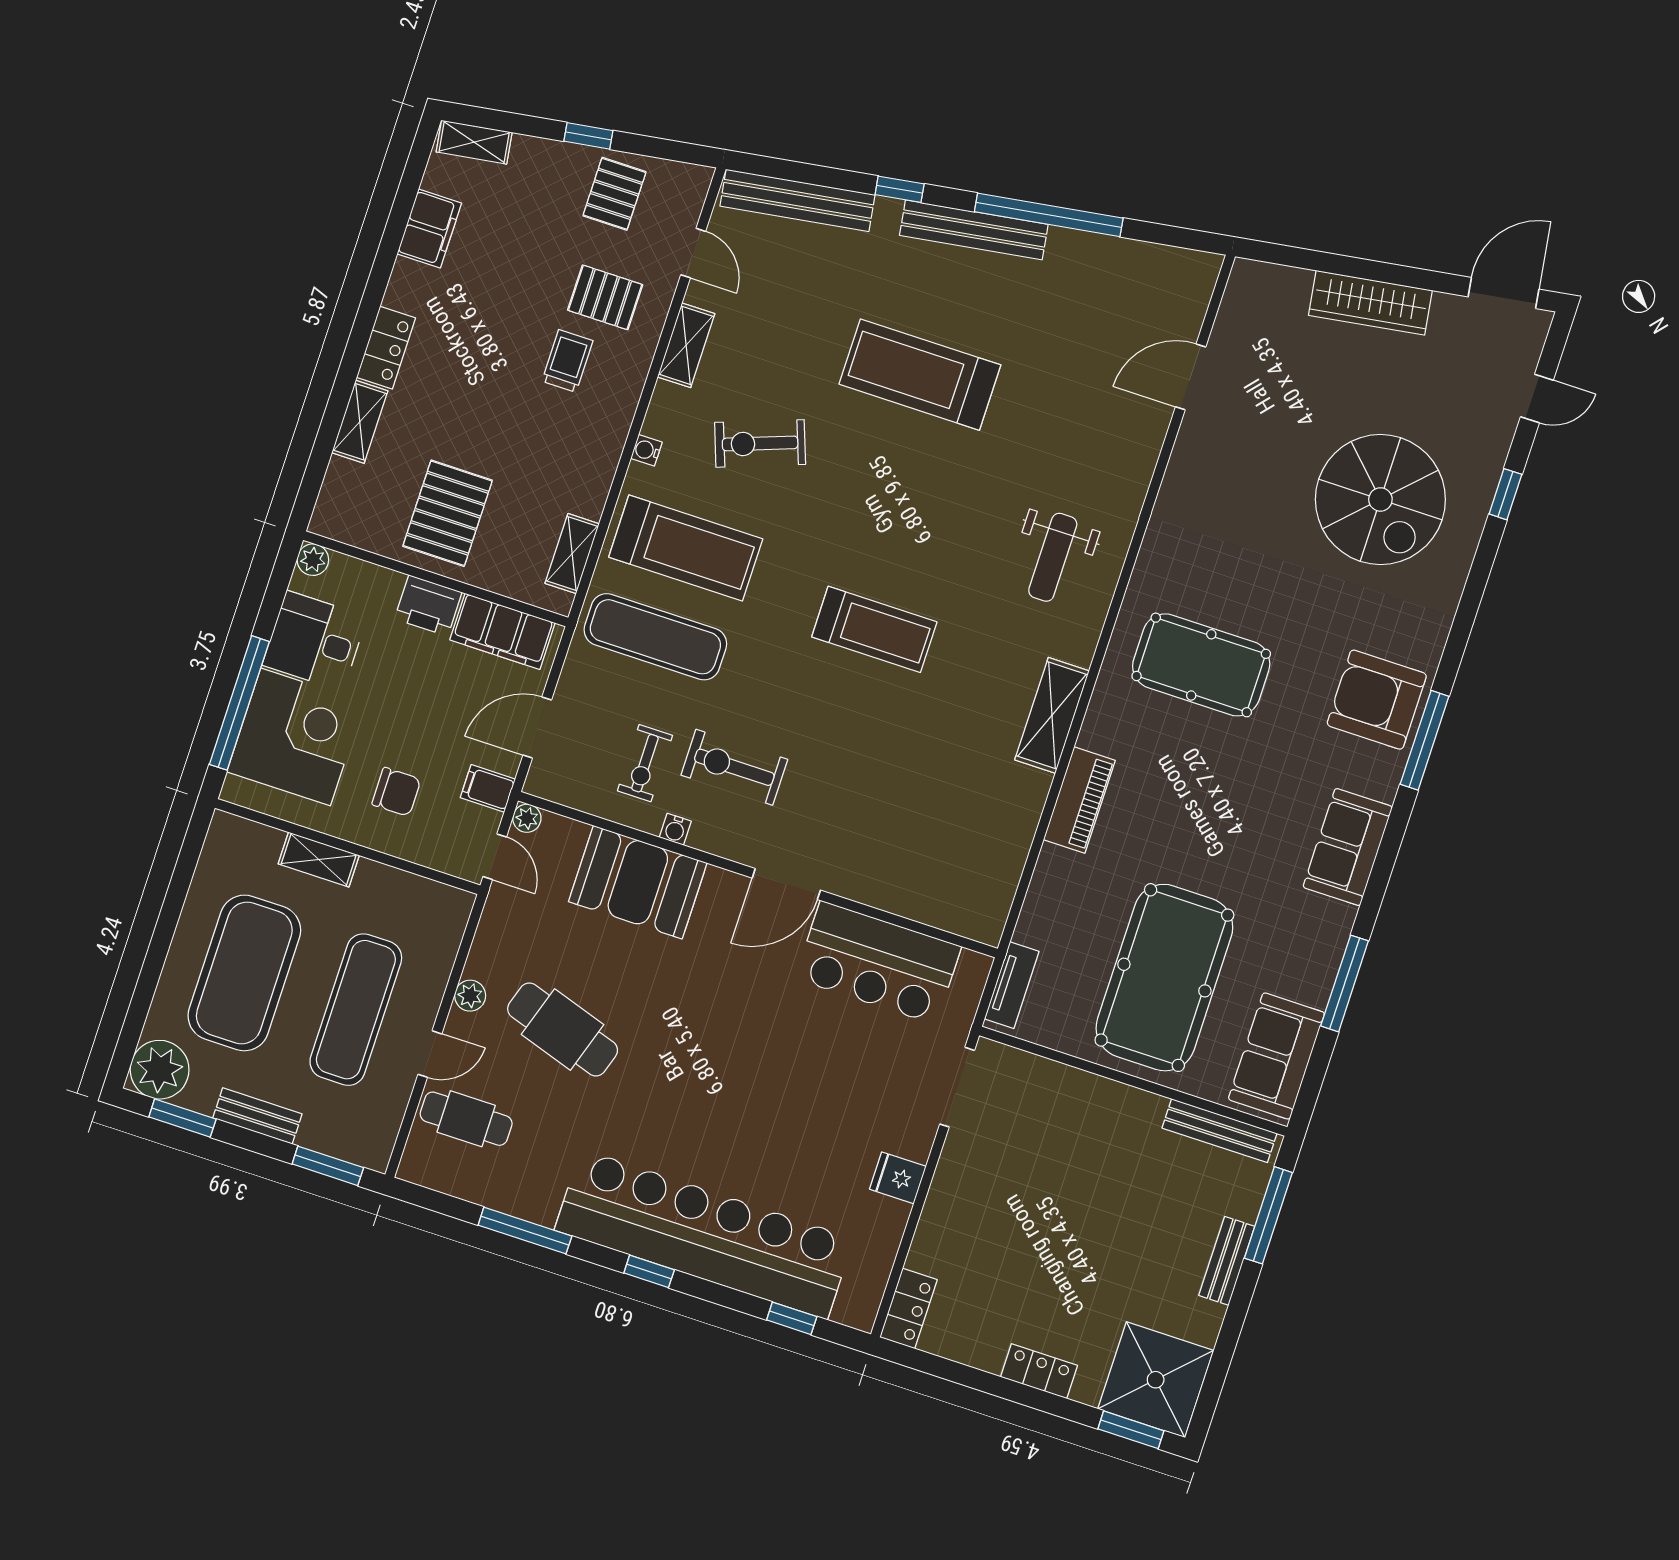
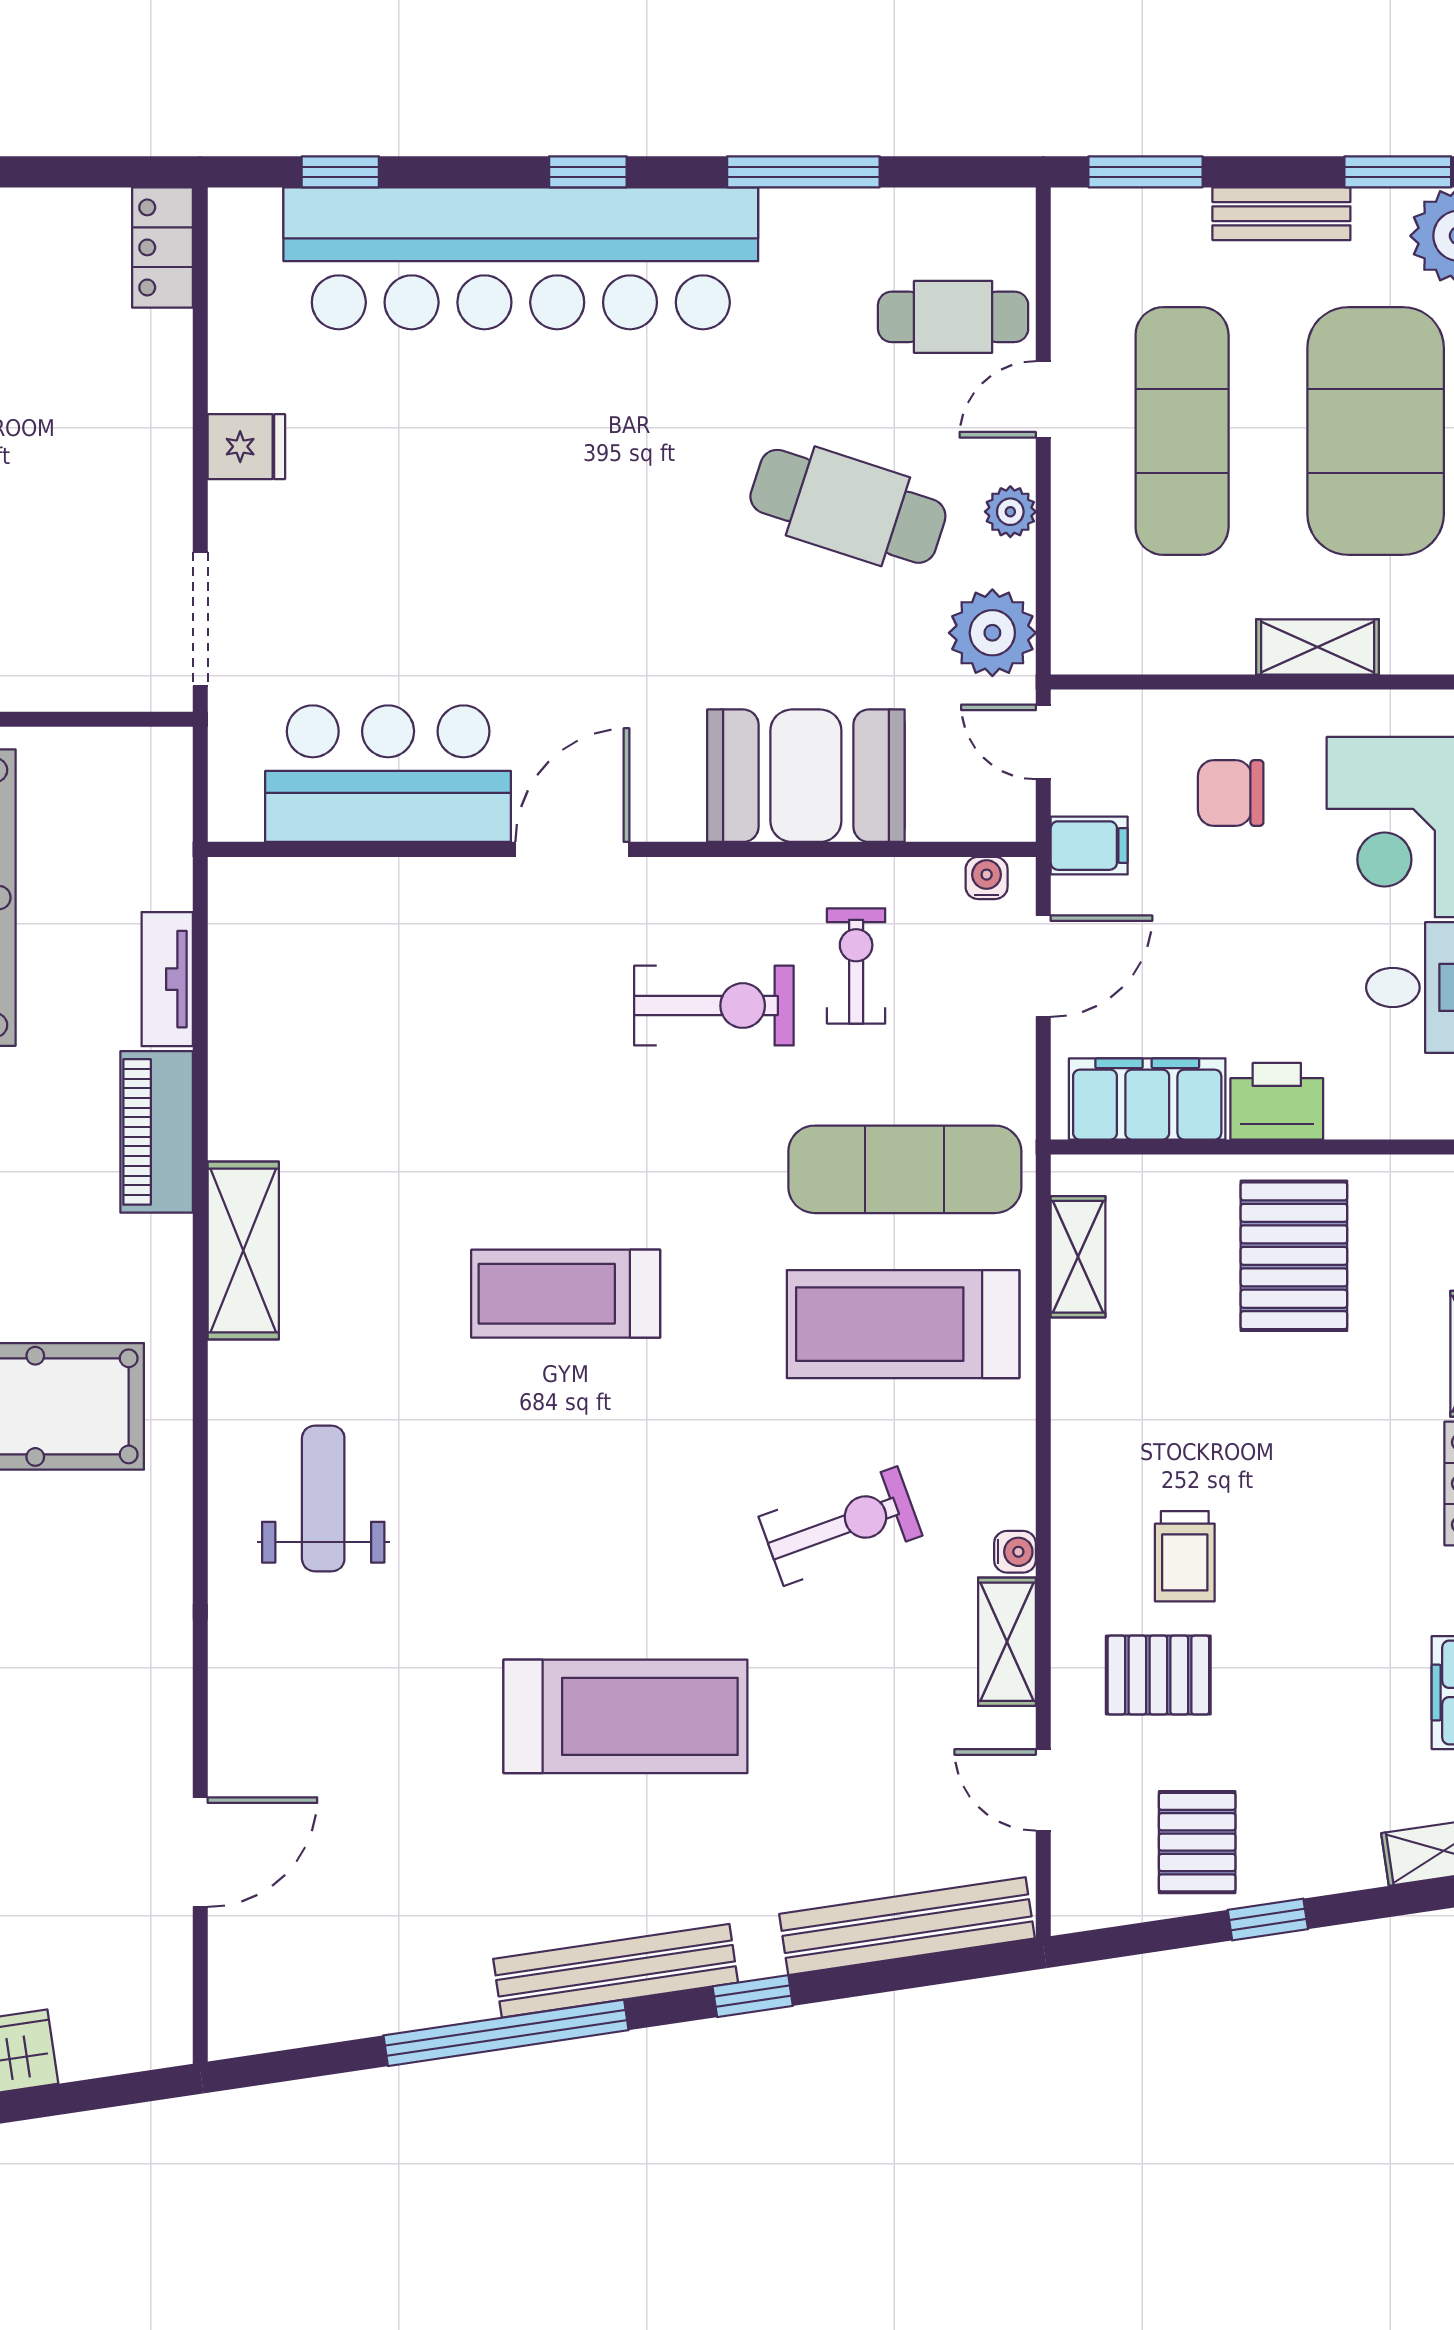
water cooler: (646, 450) -> (1015, 1552), moved
plant: (527, 818) -> (992, 633), moved, width x1.88, depth x1.88
water cooler: (675, 829) -> (987, 878), moved
tv unit: (1012, 985) -> (167, 979), moved

